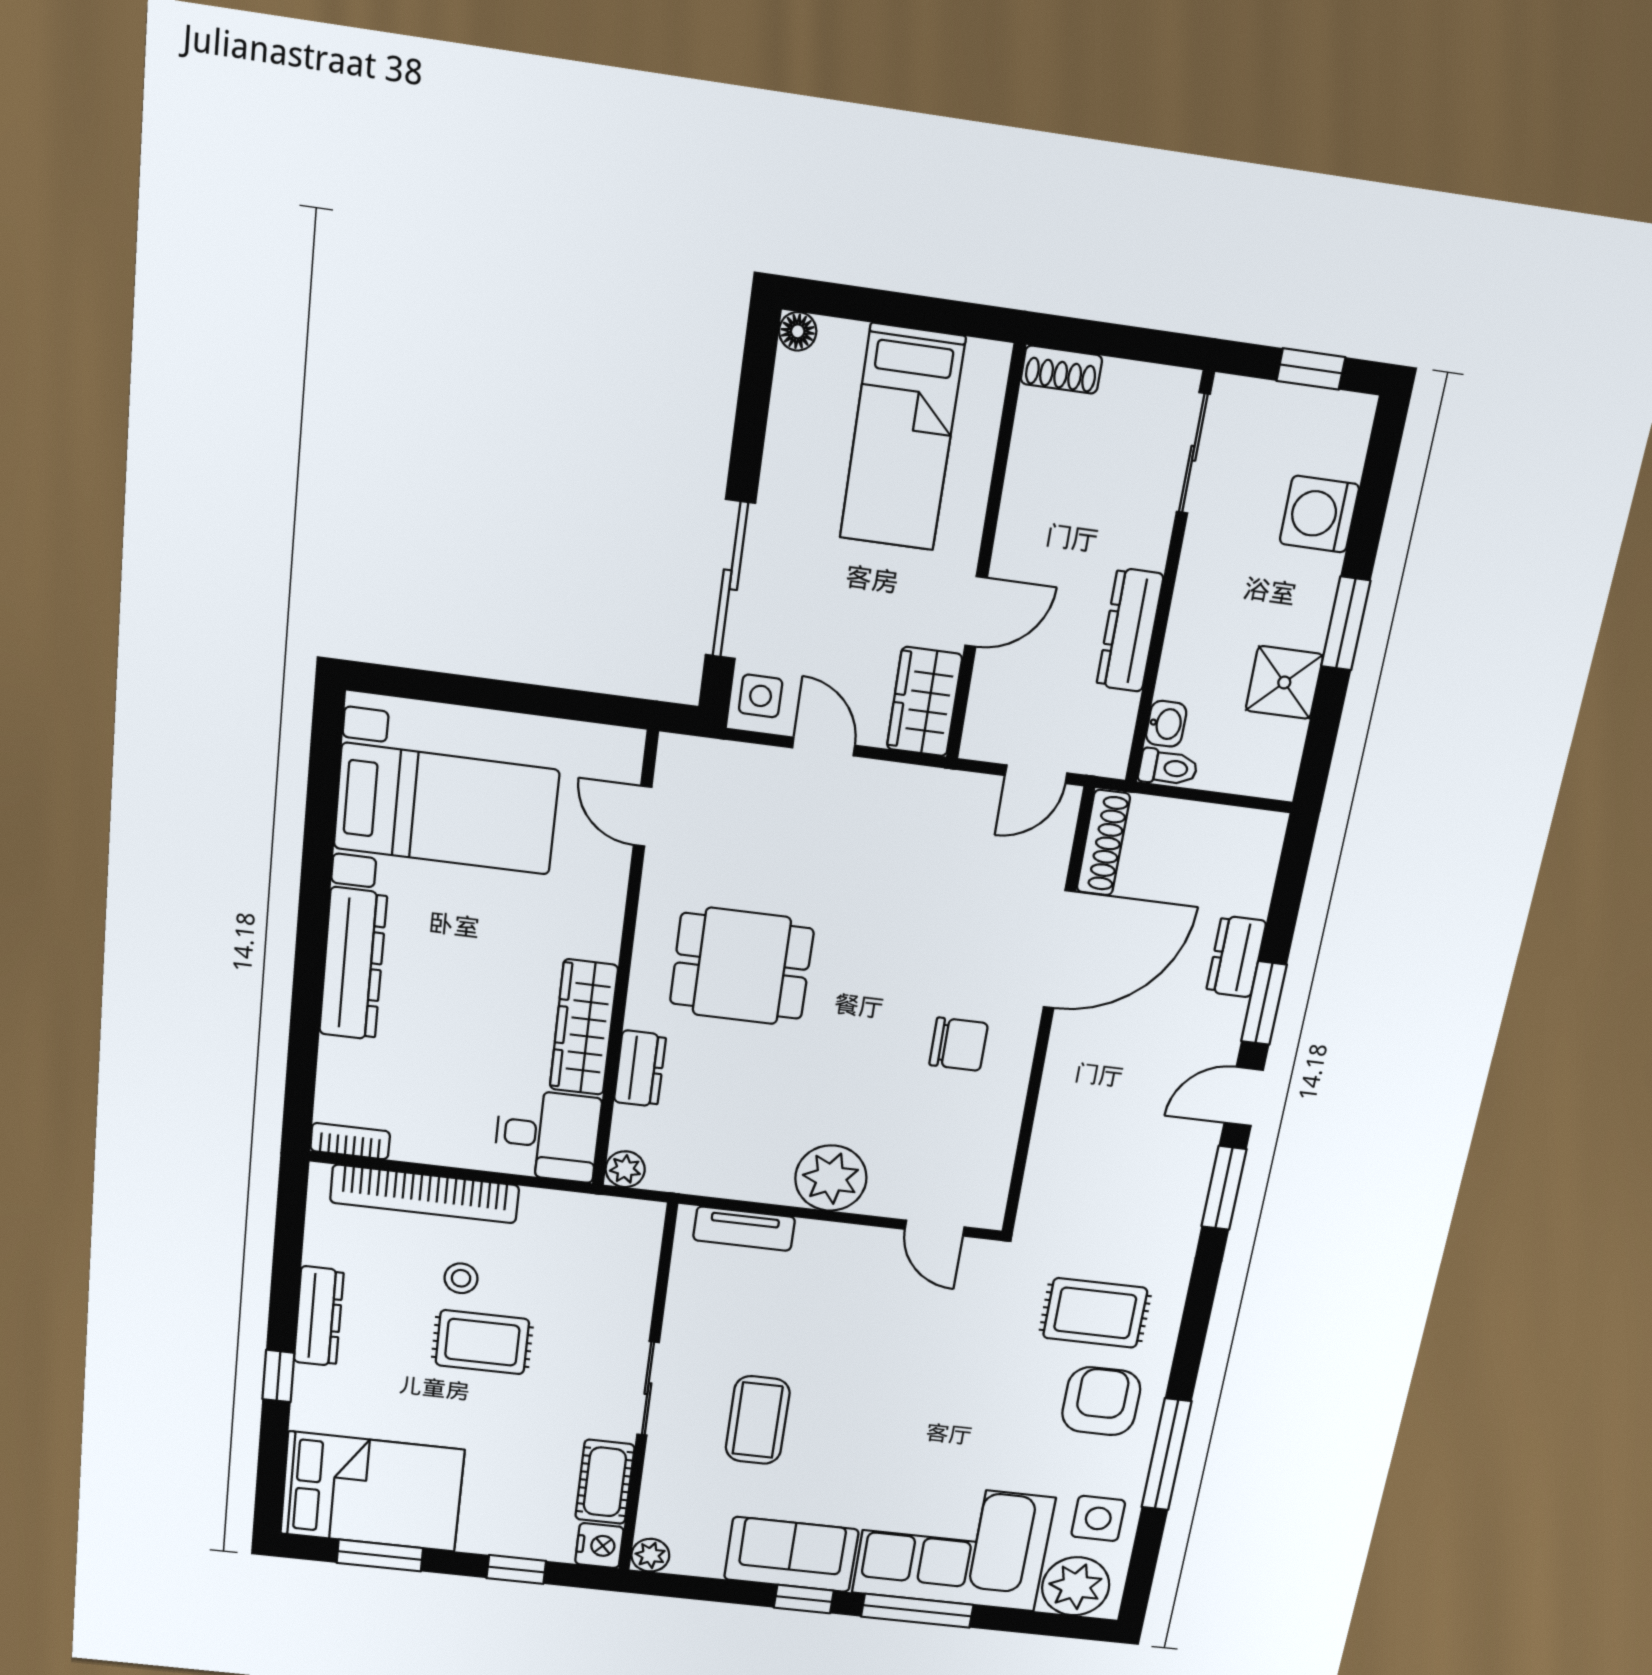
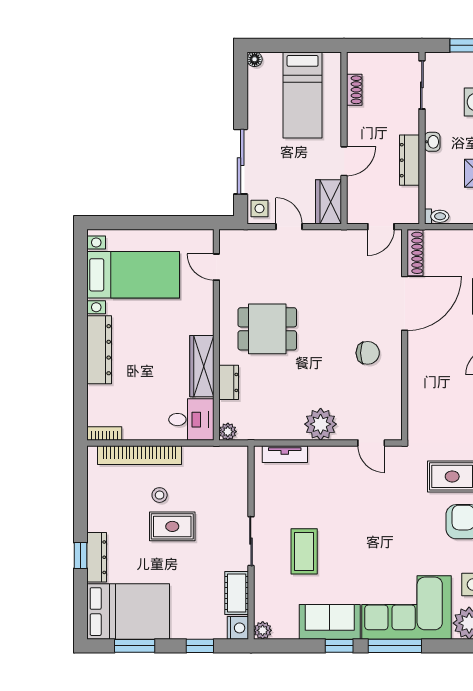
shoe rack: (1061, 370) -> (354, 90), moved, turned -90
washbasin: (1166, 724) -> (432, 142), moved
dresser: (319, 1316) -> (97, 557), moved

